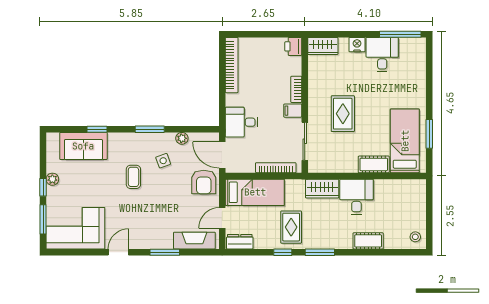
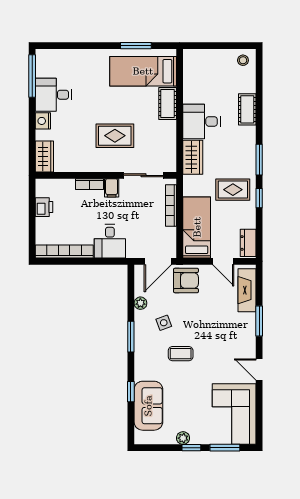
printer: (293, 46) -> (44, 207), moved, turned -90
desk: (241, 122) -> (110, 241), moved

